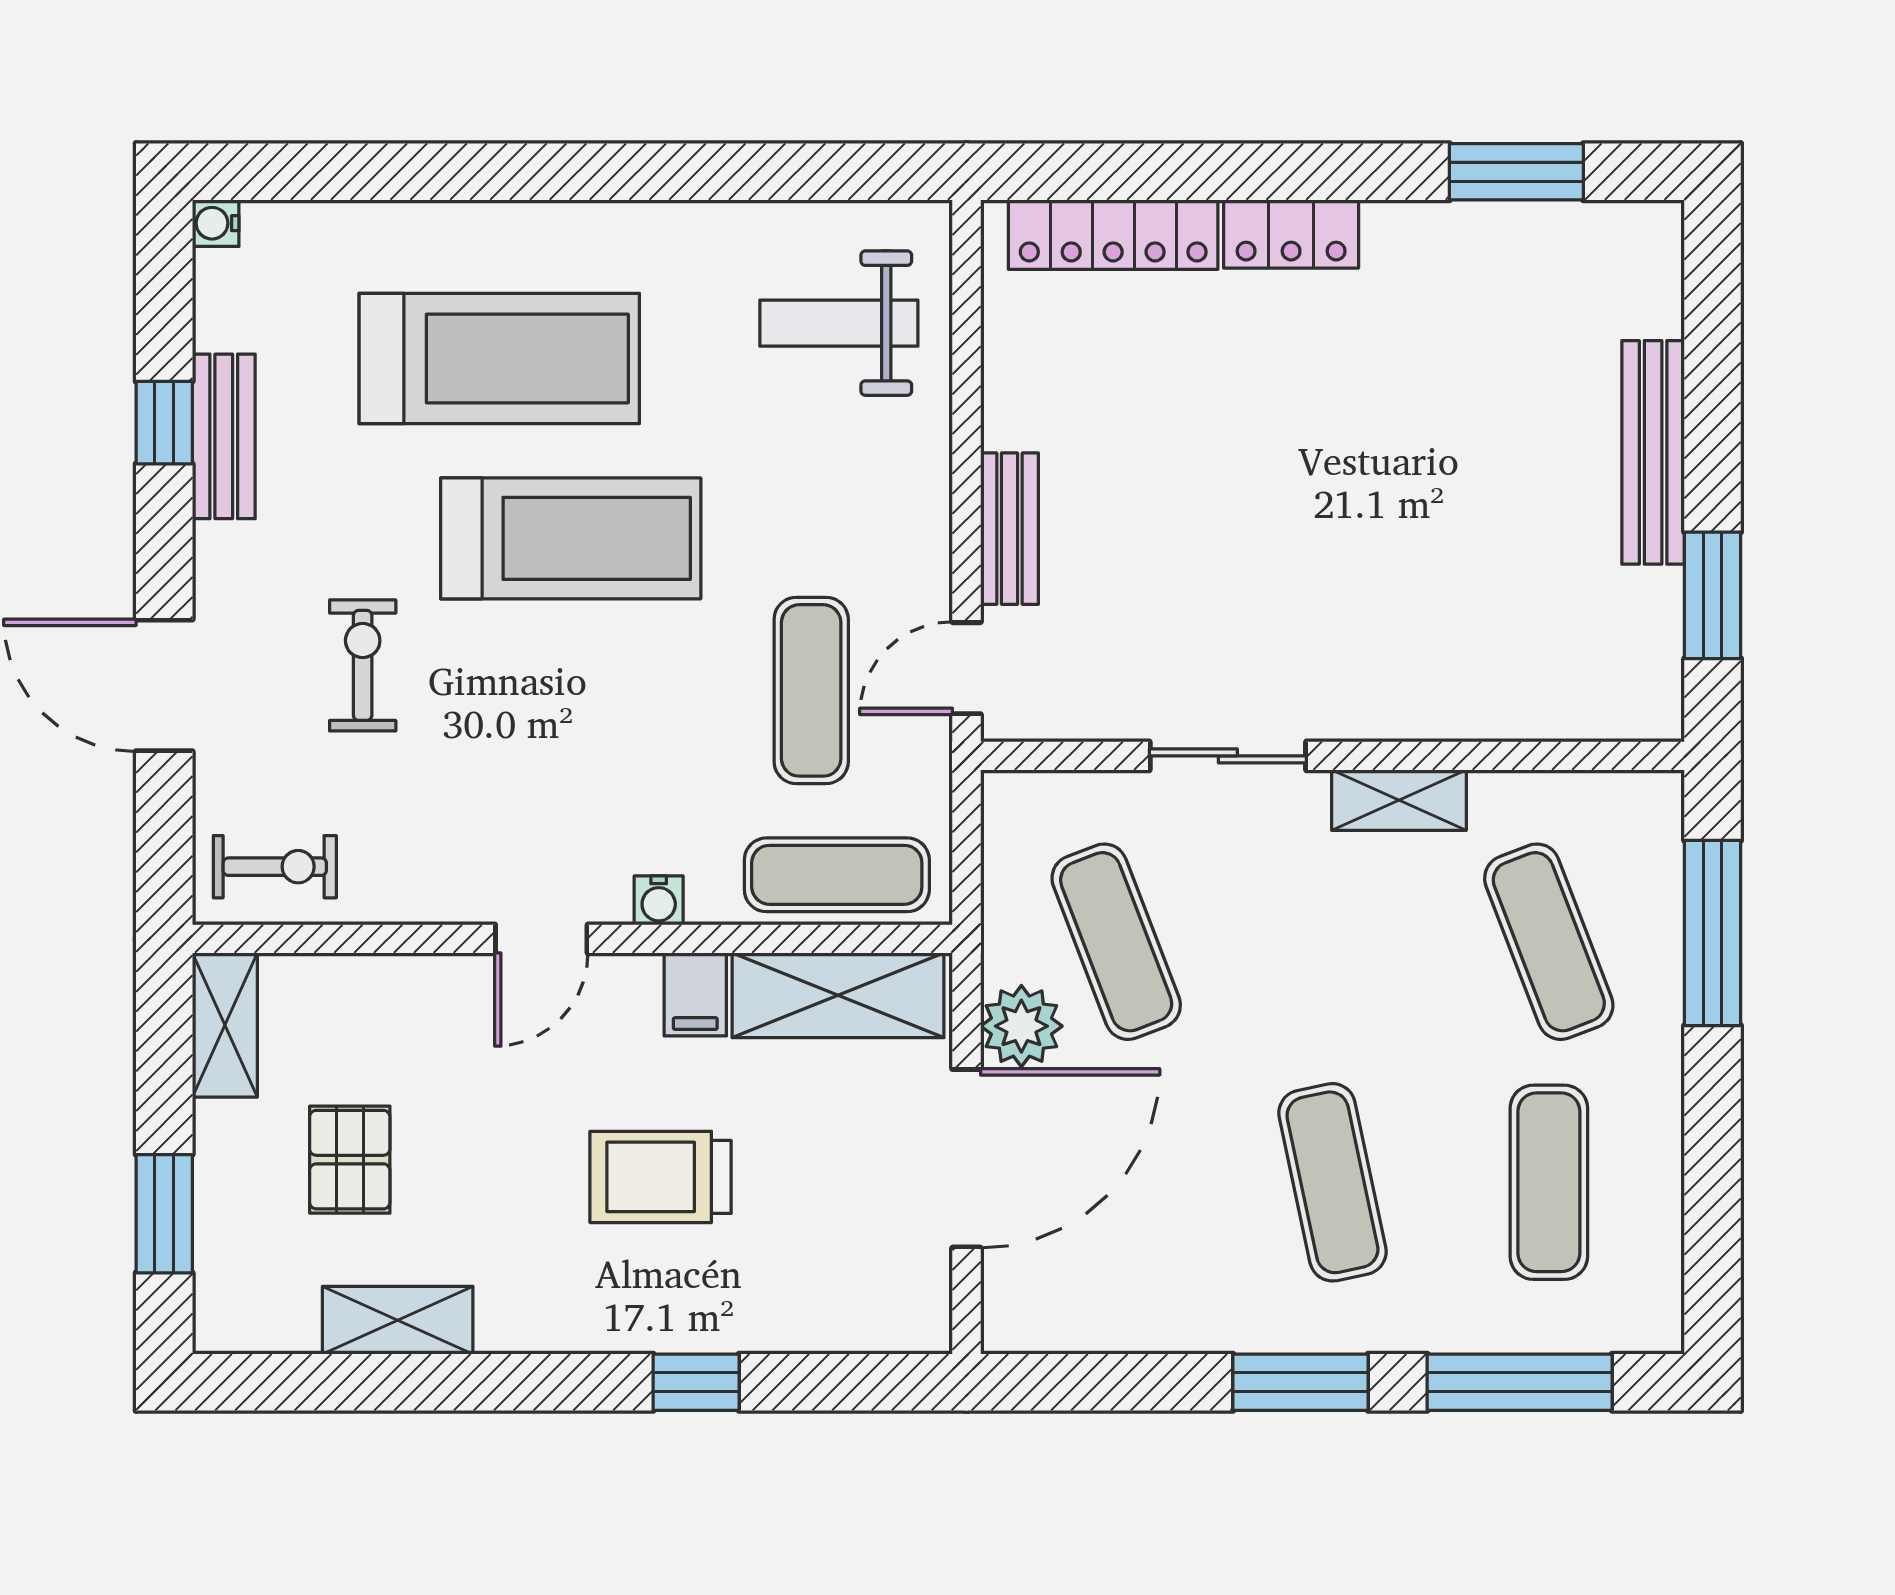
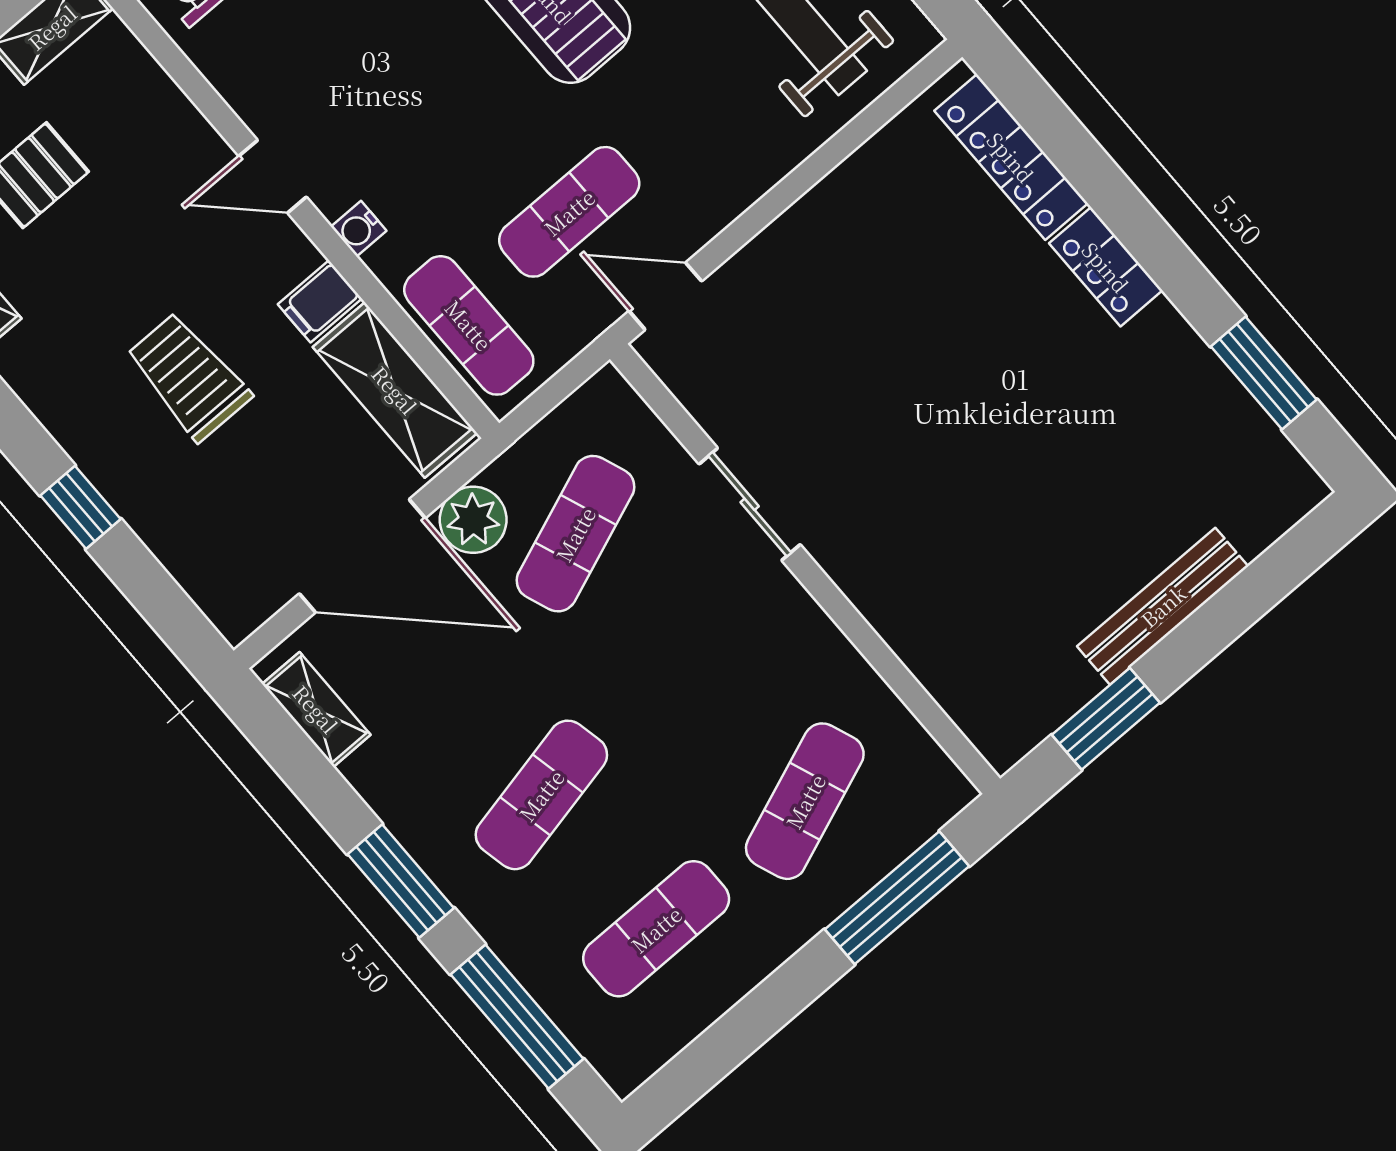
bench: (1010, 529) -> (774, 249), removed
shelving: (1399, 800) -> (316, 709), moved

